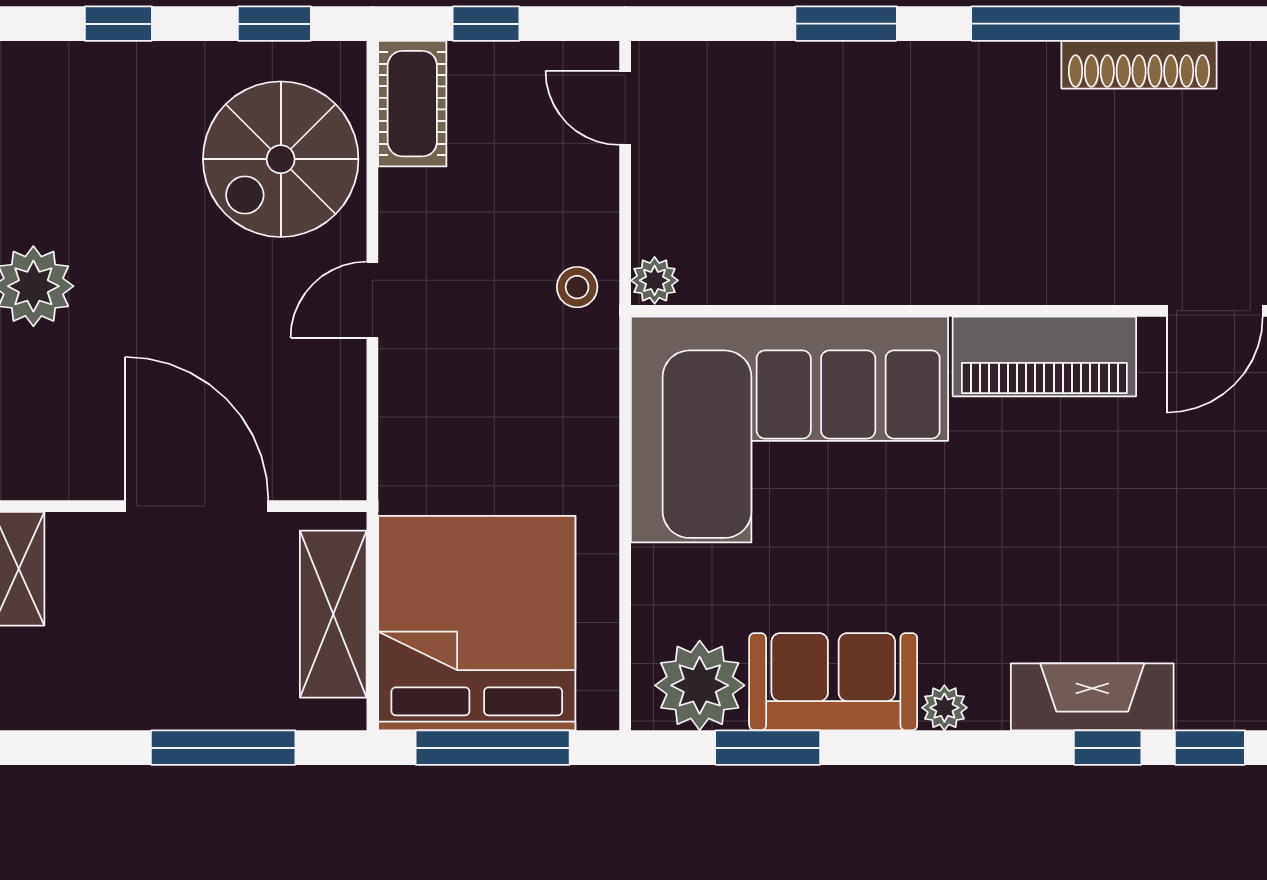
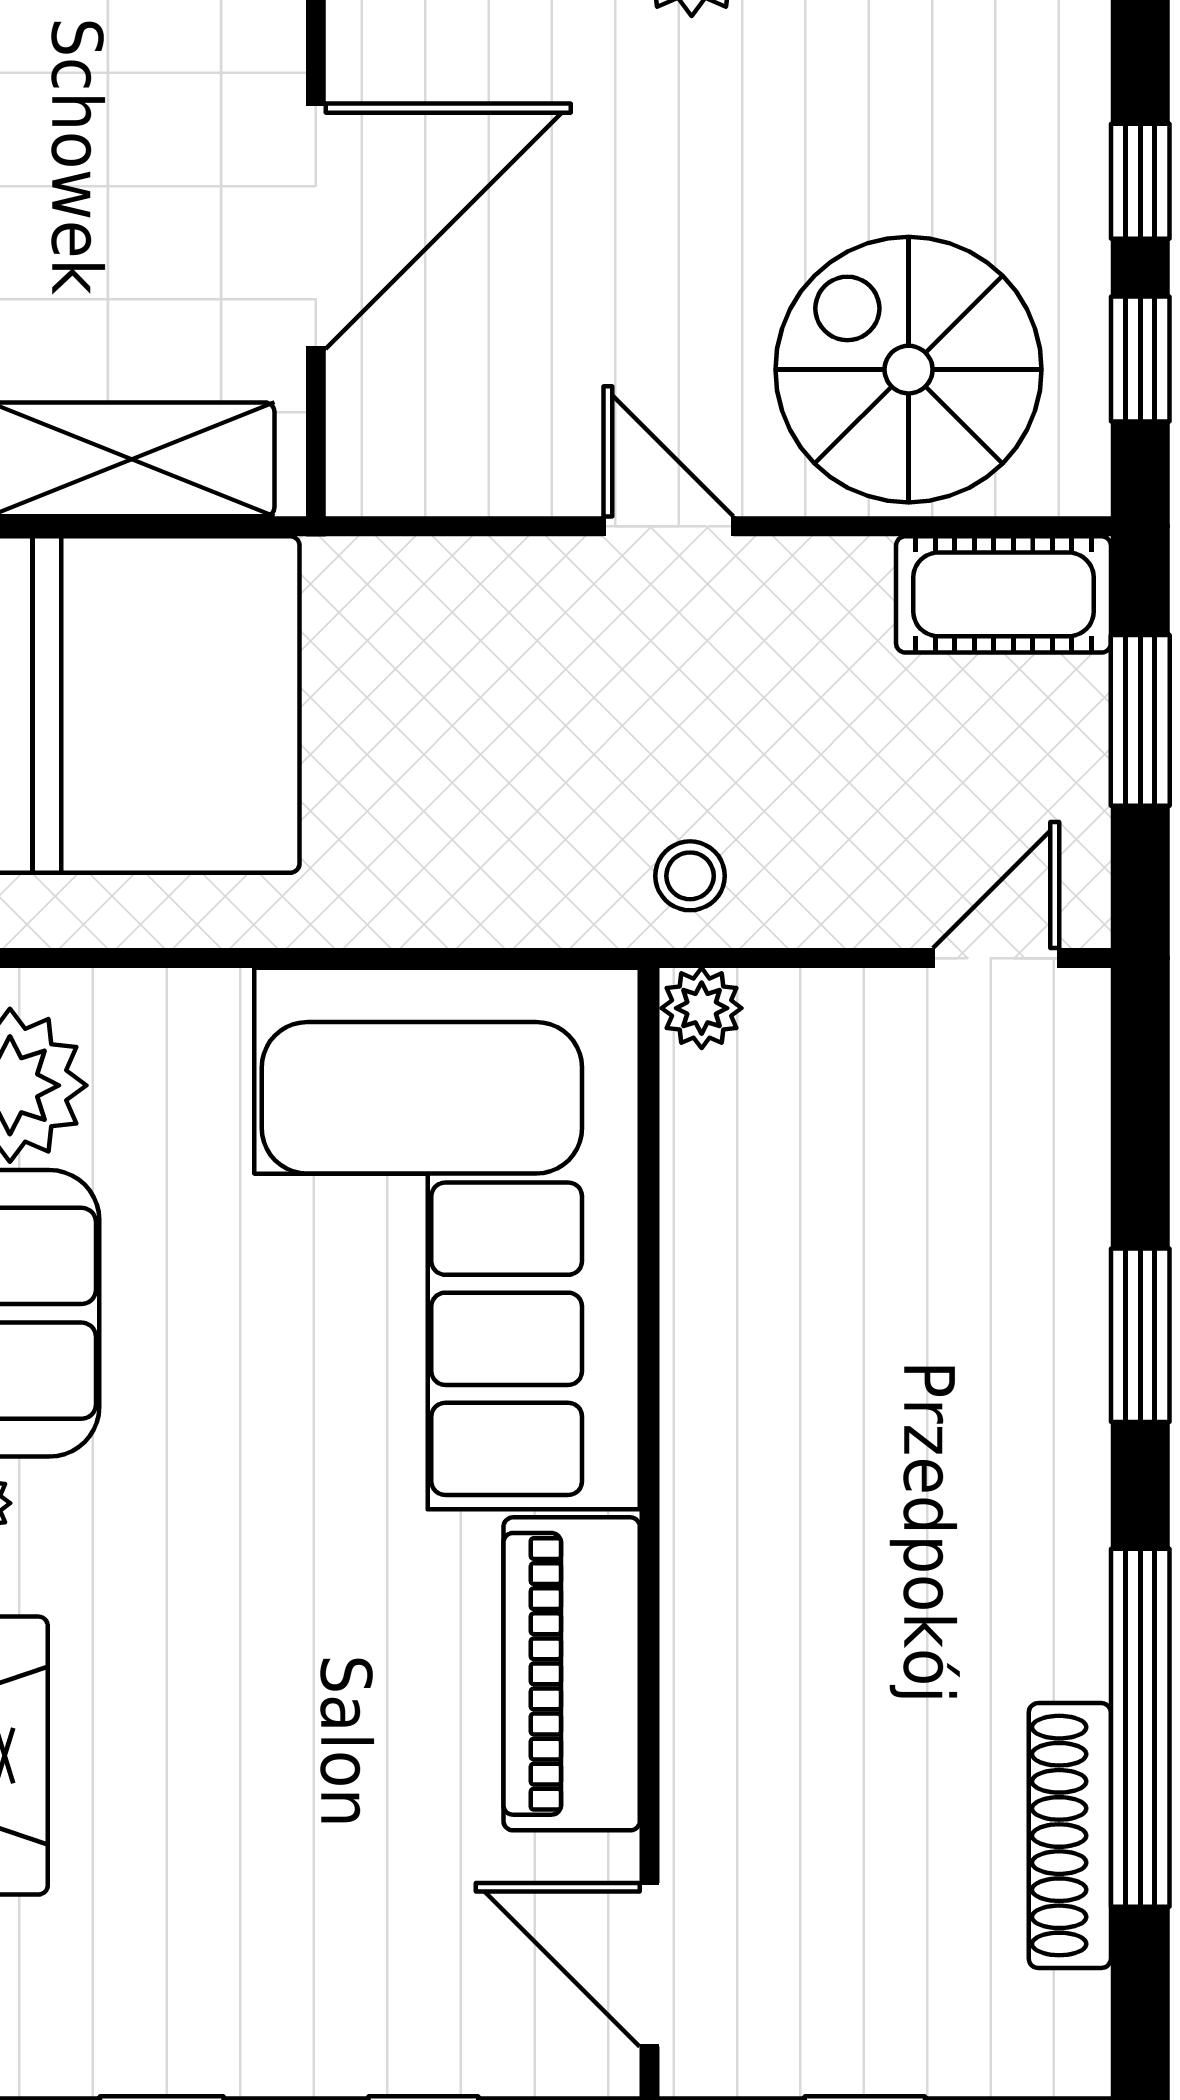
window: (118, 24) -> (1140, 181), moved
window: (486, 24) -> (1140, 720), width x1.50

